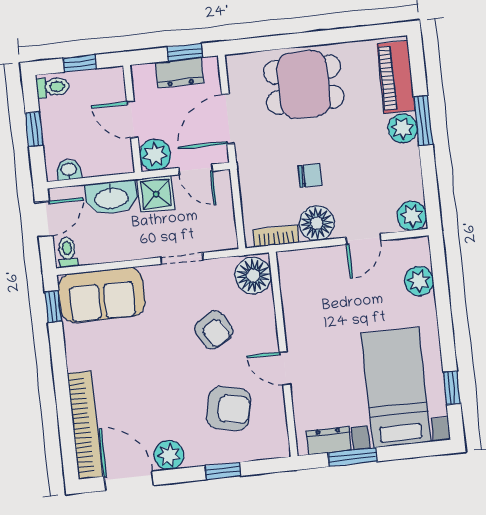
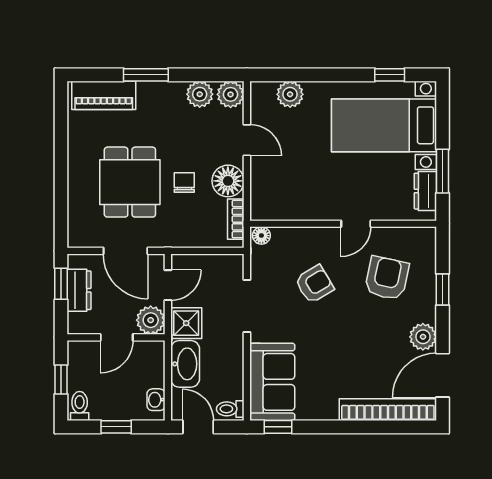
dining table: (304, 84) -> (130, 182), moved
plant: (403, 128) -> (200, 94), moved
doorway: (182, 258) -> (247, 306), width x1.38
floor lamp: (253, 276) -> (261, 236), width x0.53, depth x0.53

